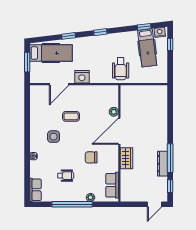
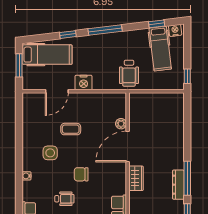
window: (100, 32) -> (105, 30), width x2.17
window: (170, 44) -> (187, 76), moved
chair: (91, 157) -> (81, 174), moved

